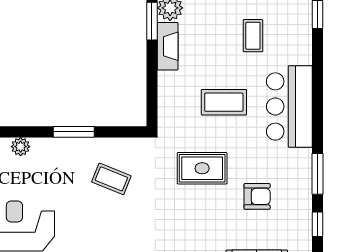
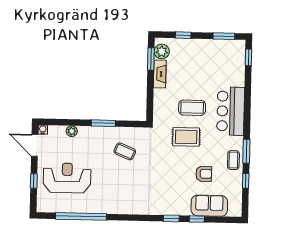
coffee table: (253, 36) -> (233, 160), moved
rug: (202, 168) -> (186, 137), moved
armchair: (257, 196) -> (204, 174), moved

